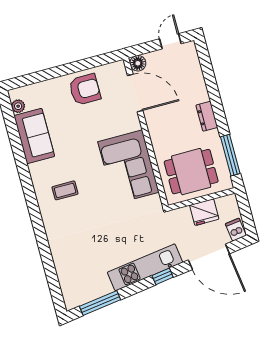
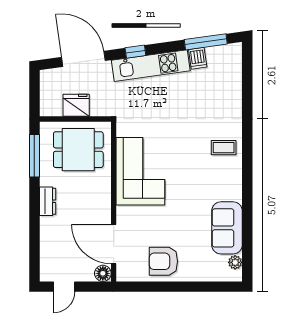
coffee table: (65, 190) -> (224, 148), moved
dishwasher: (236, 230) -> (198, 58), moved

